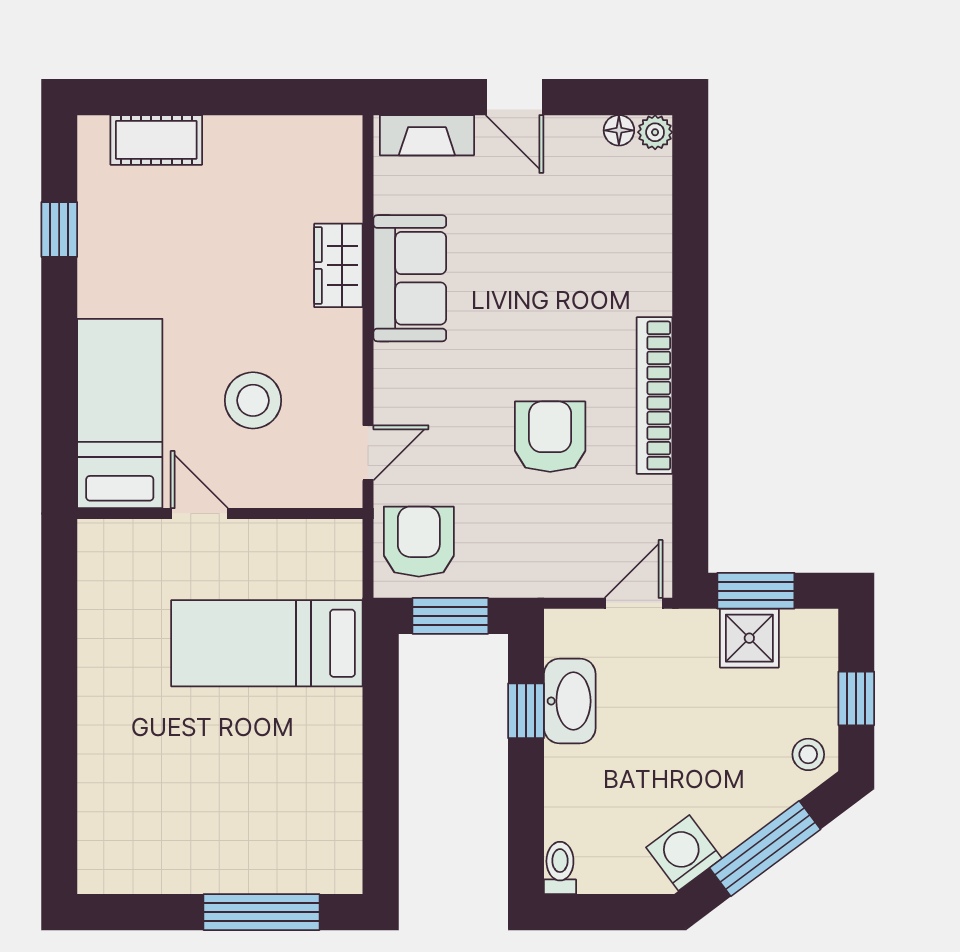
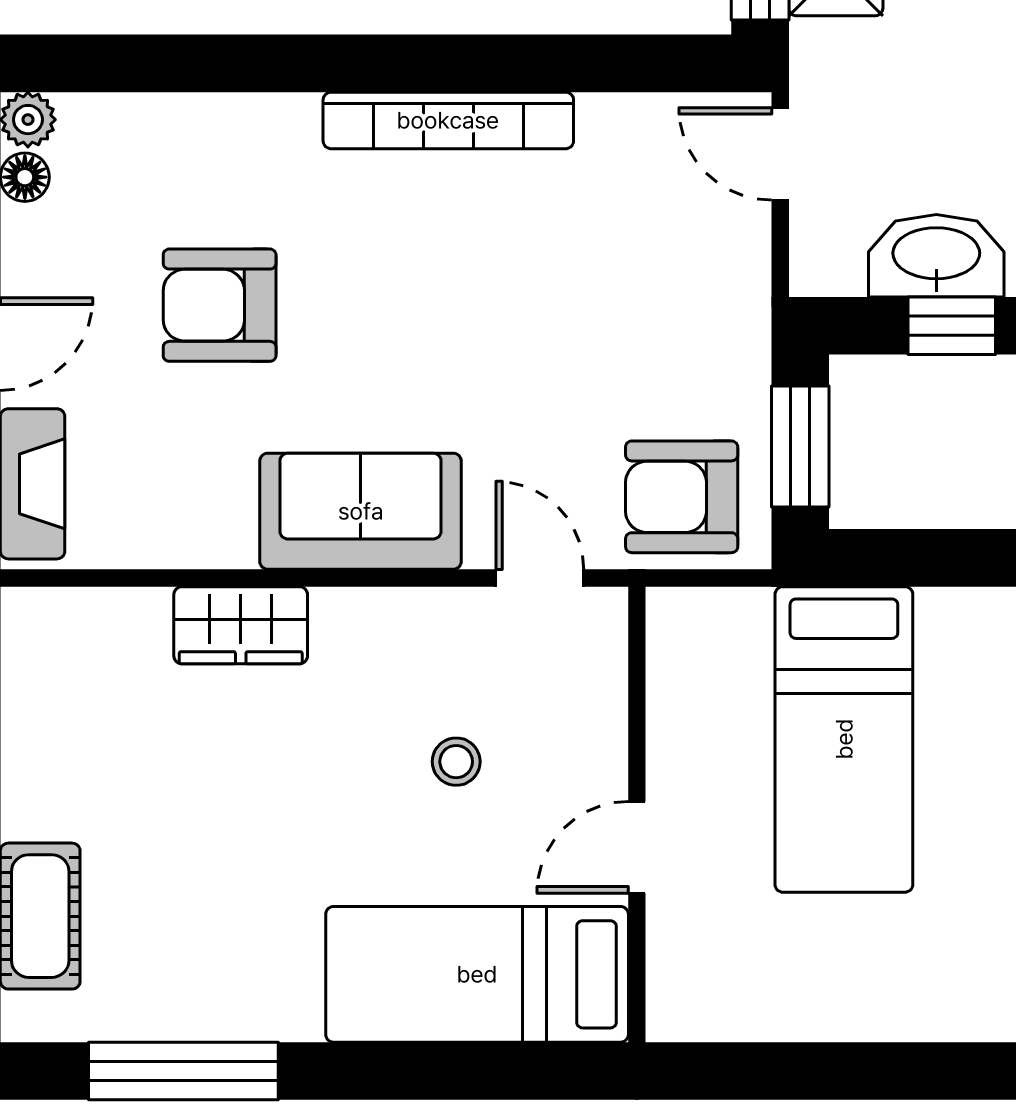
window: (59, 230) -> (183, 1071), width x2.17
sofa: (410, 278) -> (361, 511), moved
stool: (253, 400) -> (456, 762), width x0.53, depth x0.53
armchair: (550, 437) -> (220, 305), moved

